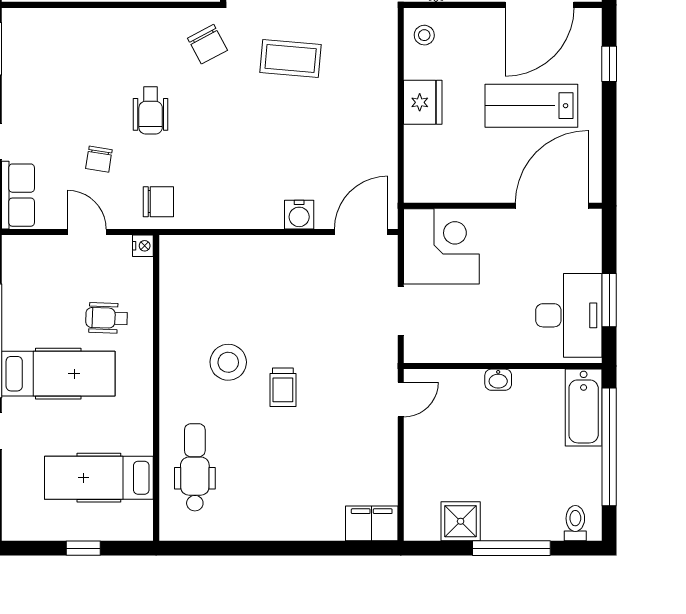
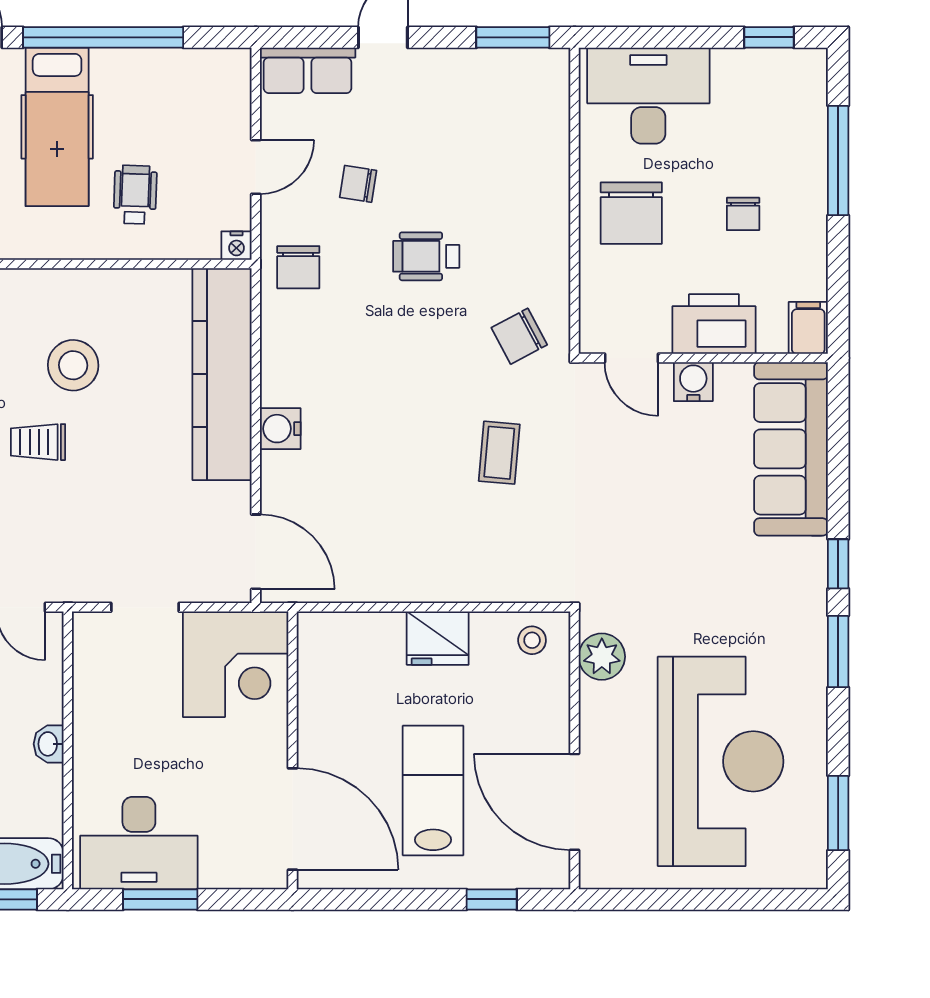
coffee table: (291, 58) -> (499, 453), width x0.73, depth x0.77
water cooler: (299, 215) -> (280, 429), moved
kitchen counter: (235, 256) -> (222, 374), added

